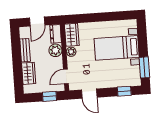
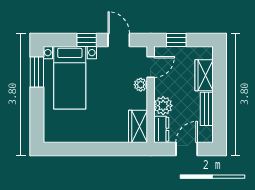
bed with nightstands: (117, 48) -> (70, 78), moved, turned 90
plant: (71, 52) -> (141, 85), moved
window: (124, 91) -> (87, 40), moved

